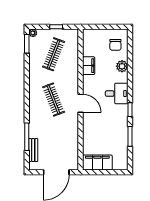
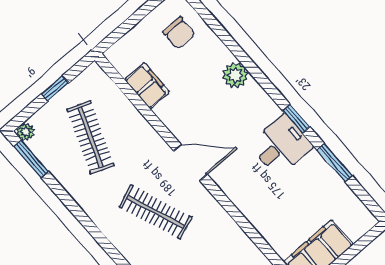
filing cabinet: (89, 66) -> (147, 86), moved
plant: (122, 66) -> (235, 75), moved
desk: (117, 94) -> (281, 146), moved
door: (80, 103) -> (191, 163), moved

